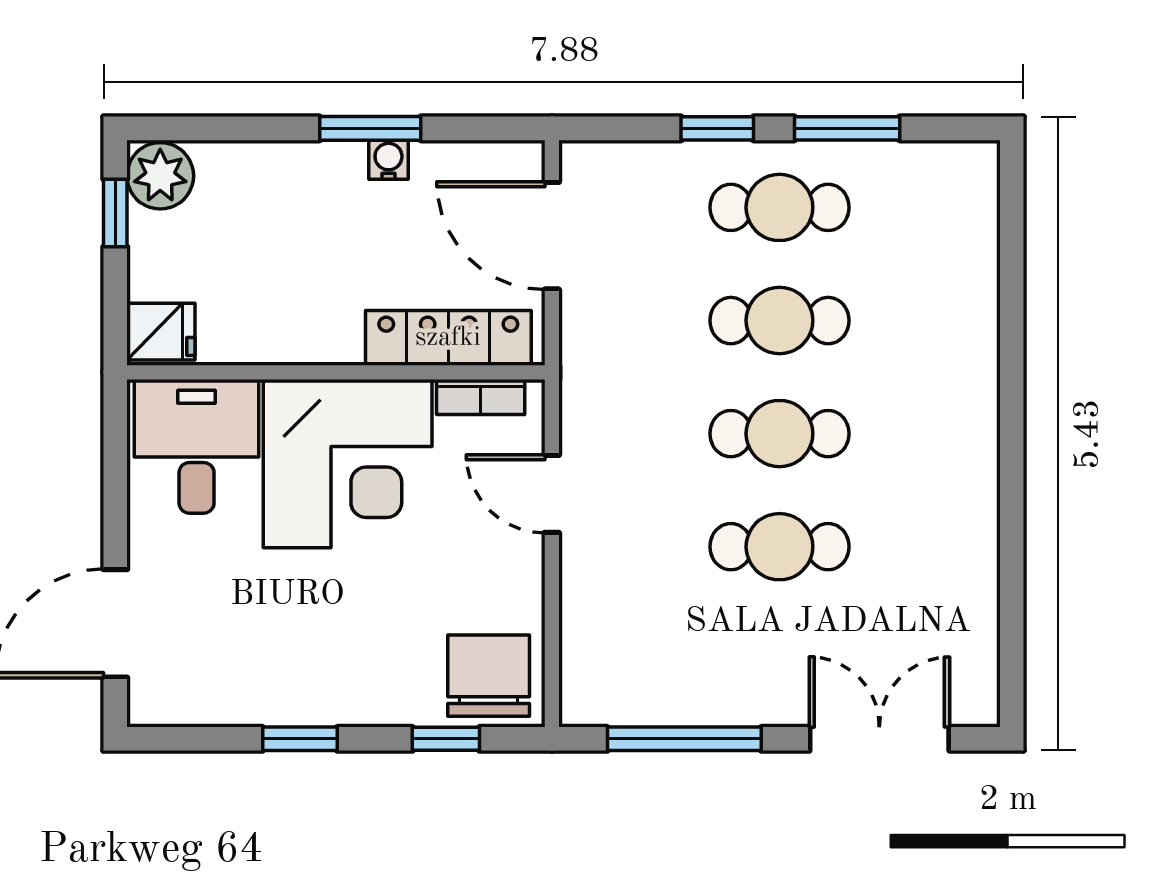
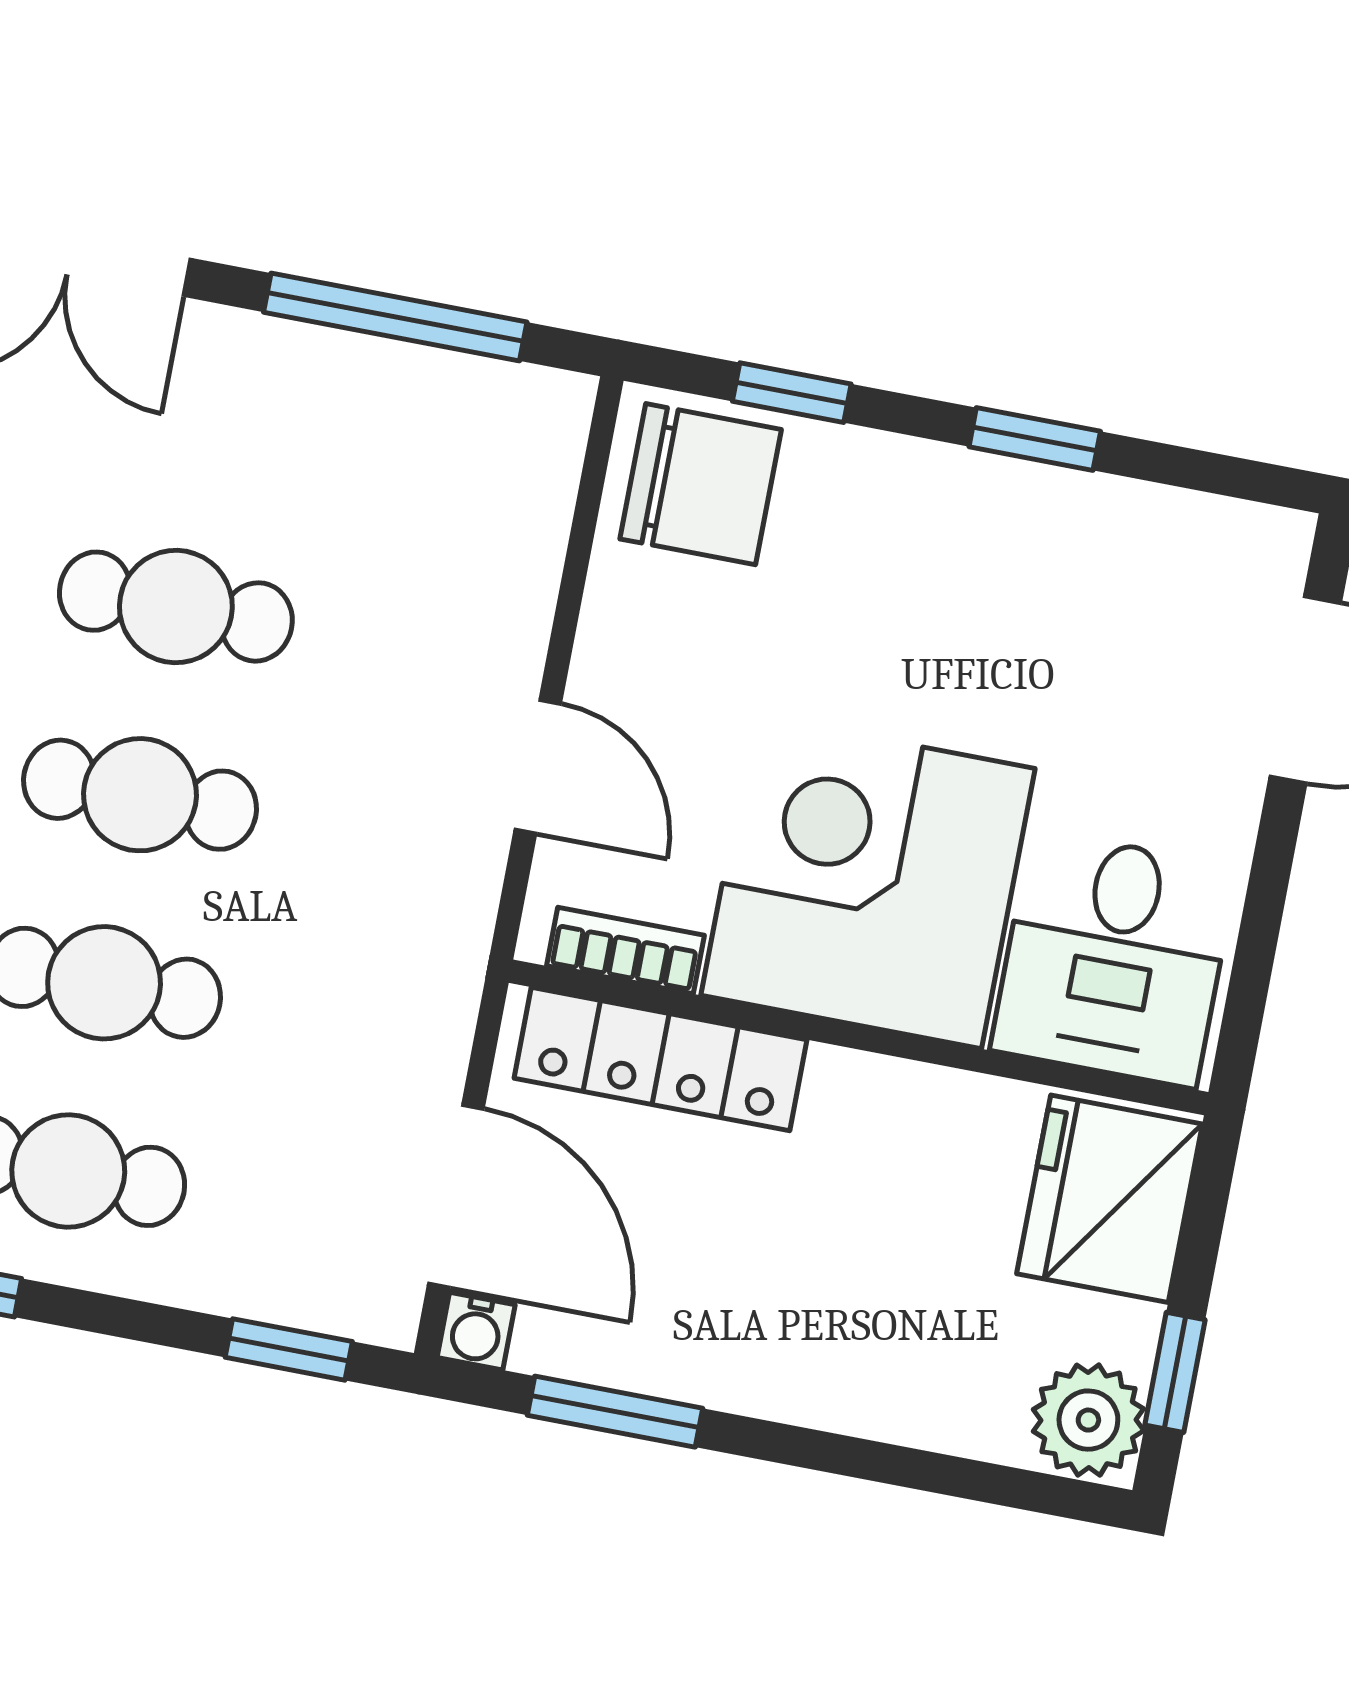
window: (370, 128) -> (615, 1412), moved
window: (717, 128) -> (289, 1349), moved
water cooler: (388, 160) -> (476, 1331), moved
fridge: (161, 332) -> (1110, 1199), width x1.88, depth x1.34
chair: (489, 676) -> (701, 484), turned -90

